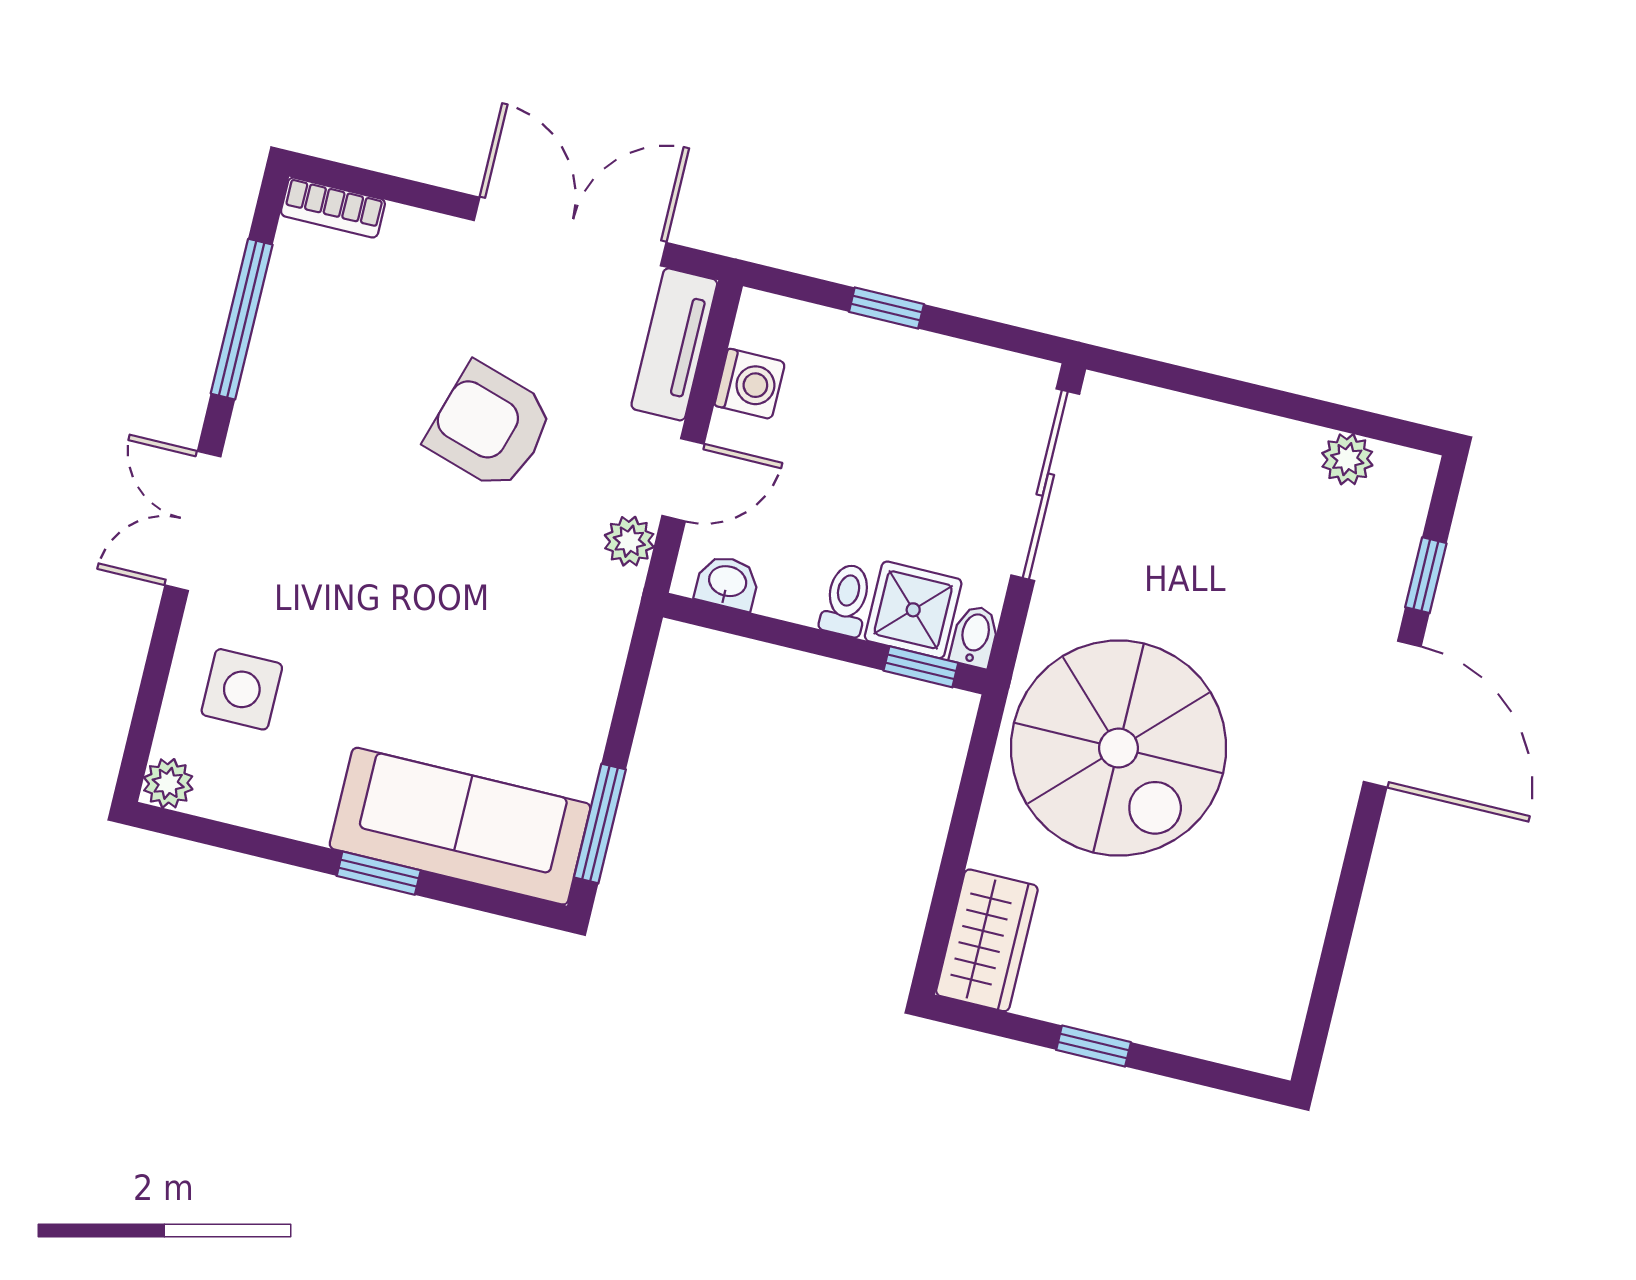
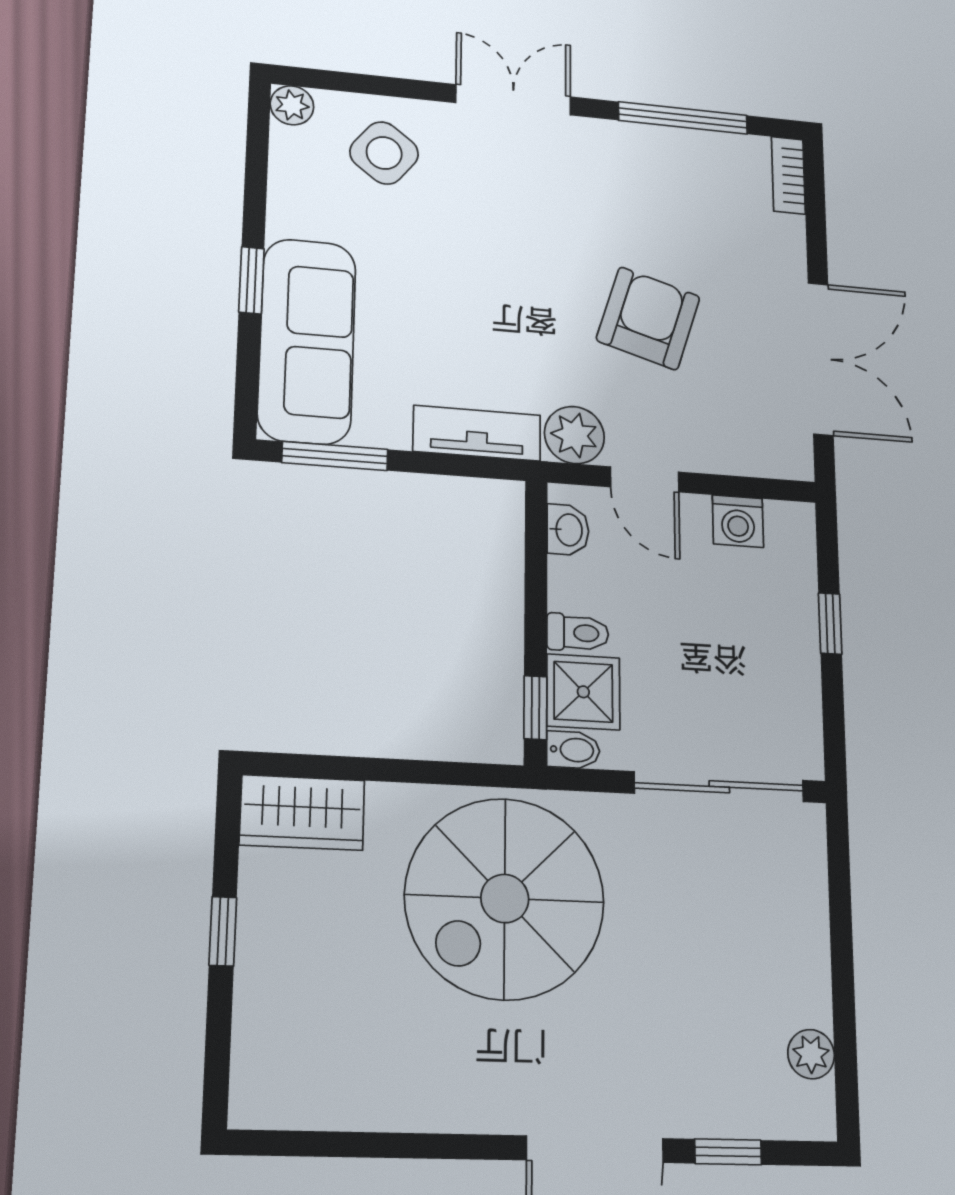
tv unit: (674, 344) -> (477, 433), moved
plant: (629, 541) -> (574, 435), width x1.38, depth x1.38
side table: (242, 689) -> (384, 153), turned 38

